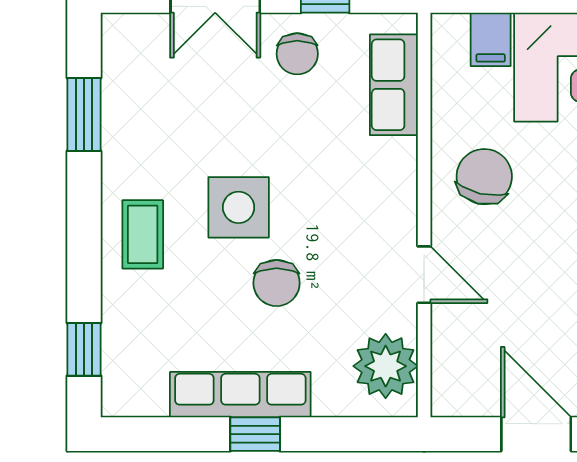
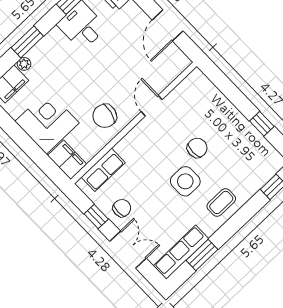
filing cabinet: (491, 39) -> (67, 160), width x2.00
plant: (386, 366) -> (191, 91), removed
row of seats: (240, 395) -> (181, 252), moved, turned 90
window: (255, 434) -> (262, 124), moved

